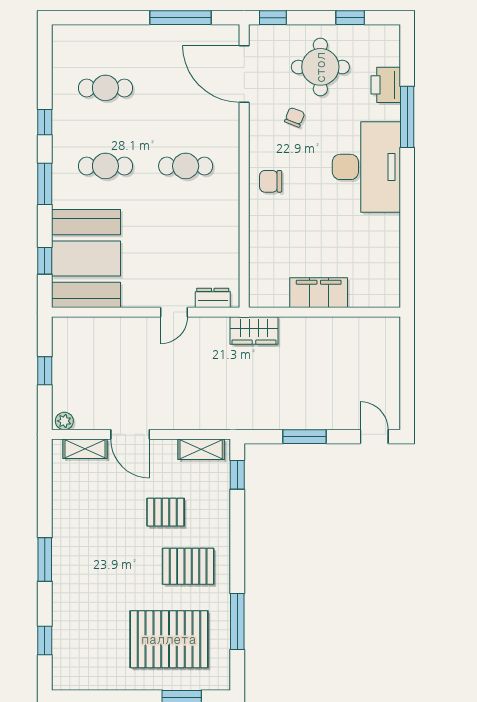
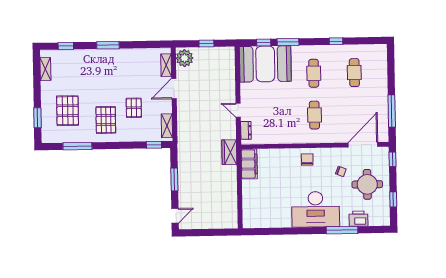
window: (45, 184) -> (288, 42), moved
filing cabinet: (319, 293) -> (249, 164), moved
plant: (64, 421) -> (184, 58), width x1.87, depth x1.87
pallet: (169, 639) -> (68, 111), width x0.73, depth x0.71
shelving: (88, 680) -> (45, 69), added

